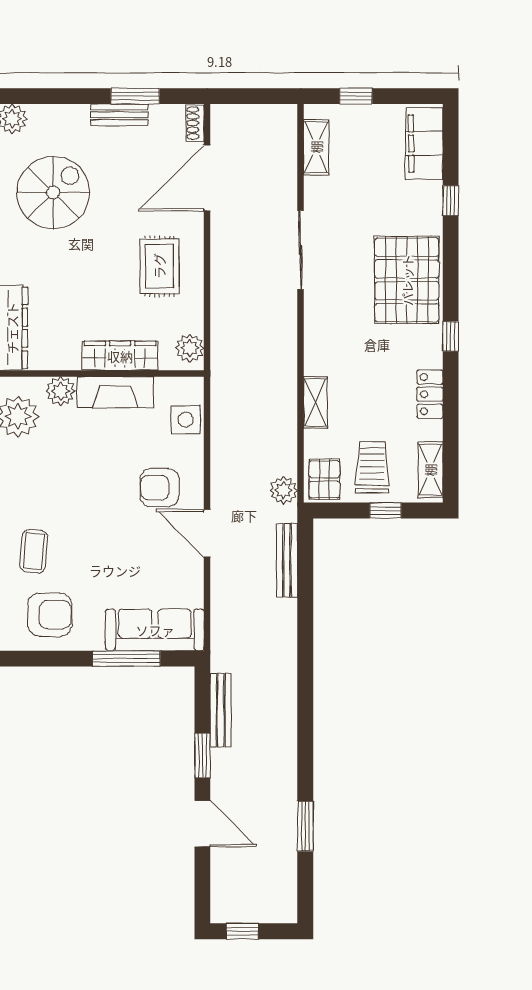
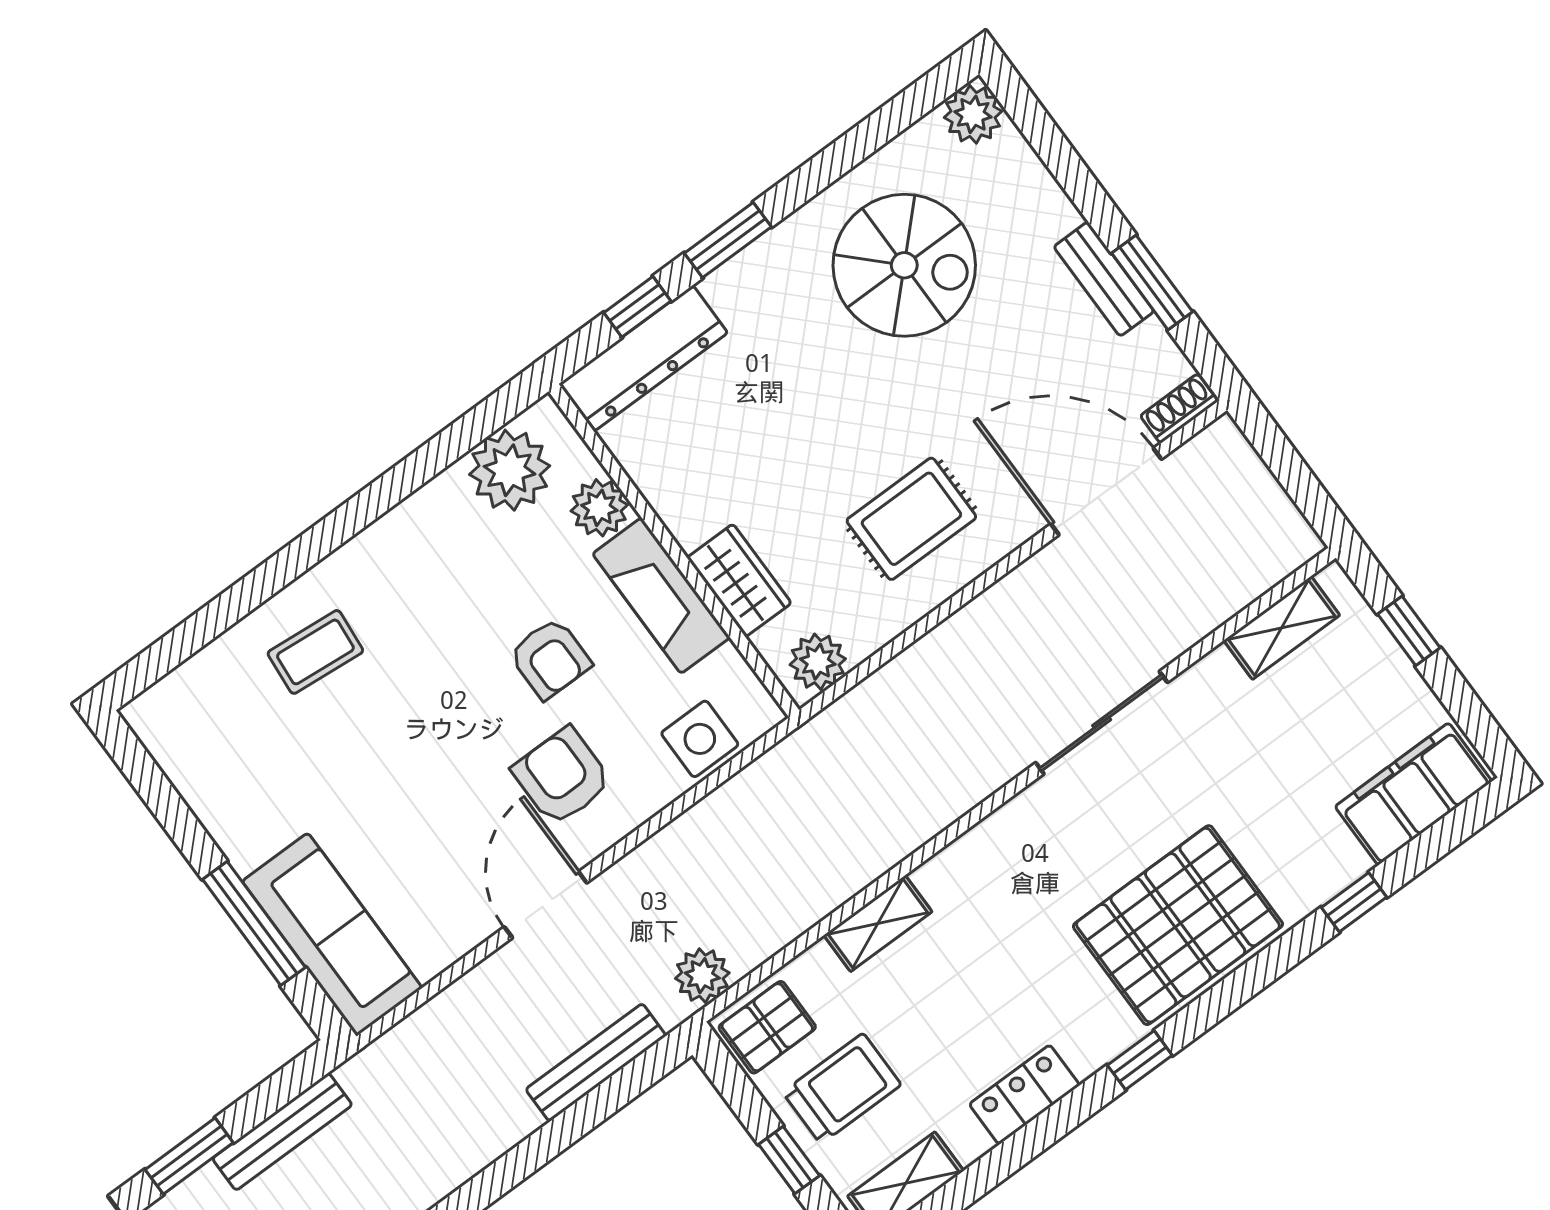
wardrobe: (120, 356) -> (739, 580), width x0.67
armchair: (50, 615) -> (550, 658), moved, width x0.72, depth x0.72

